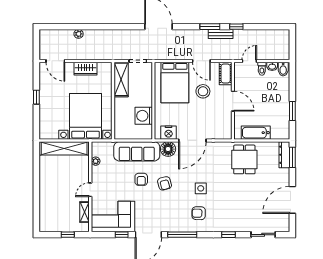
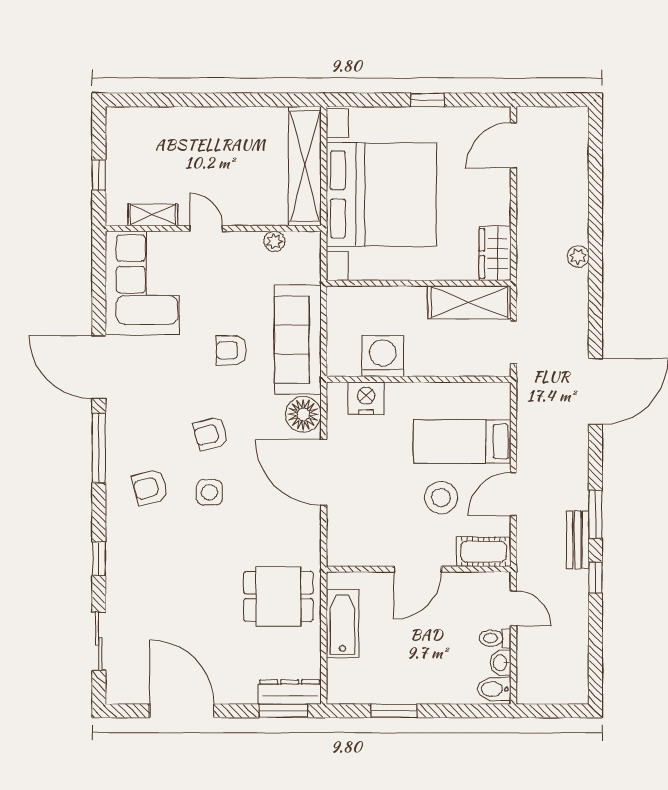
plant: (79, 34) -> (578, 256), moved
wardrobe: (85, 69) -> (495, 253), moved
bed: (175, 82) -> (462, 442), width x0.67
bed with nightstands: (85, 116) -> (381, 194), width x1.36
nightstand: (169, 133) -> (366, 398), moved, turned 90
armchair: (165, 183) -> (211, 434), moved
armchair: (199, 213) -> (150, 487), turned -106
window: (122, 235) -> (99, 303), removed

